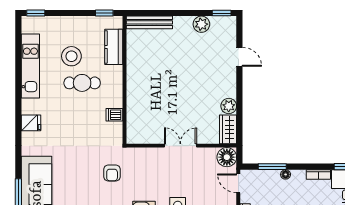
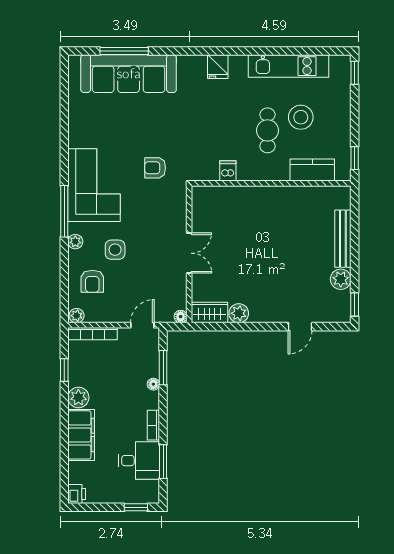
bench: (149, 22) -> (343, 239), moved
floor lamp: (227, 157) -> (181, 317), width x0.53, depth x0.53

